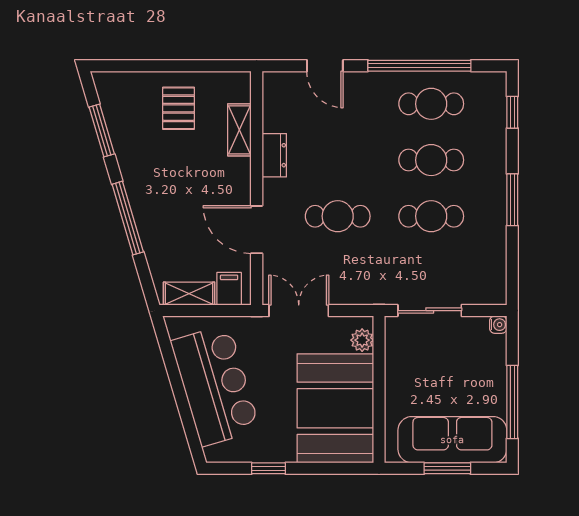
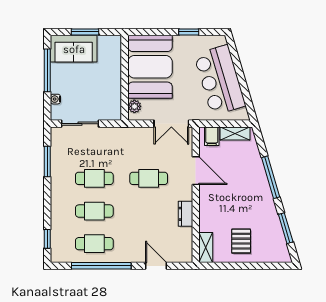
shelving: (239, 130) -> (206, 247), moved
window: (512, 200) -> (47, 162), moved
sliding door: (430, 311) -> (80, 124), moved
water cooler: (498, 325) -> (55, 99), moved
sofa: (452, 440) -> (74, 49), width x0.73

